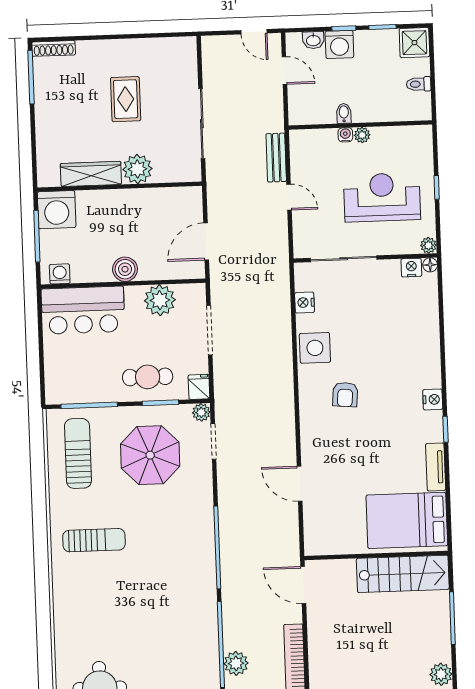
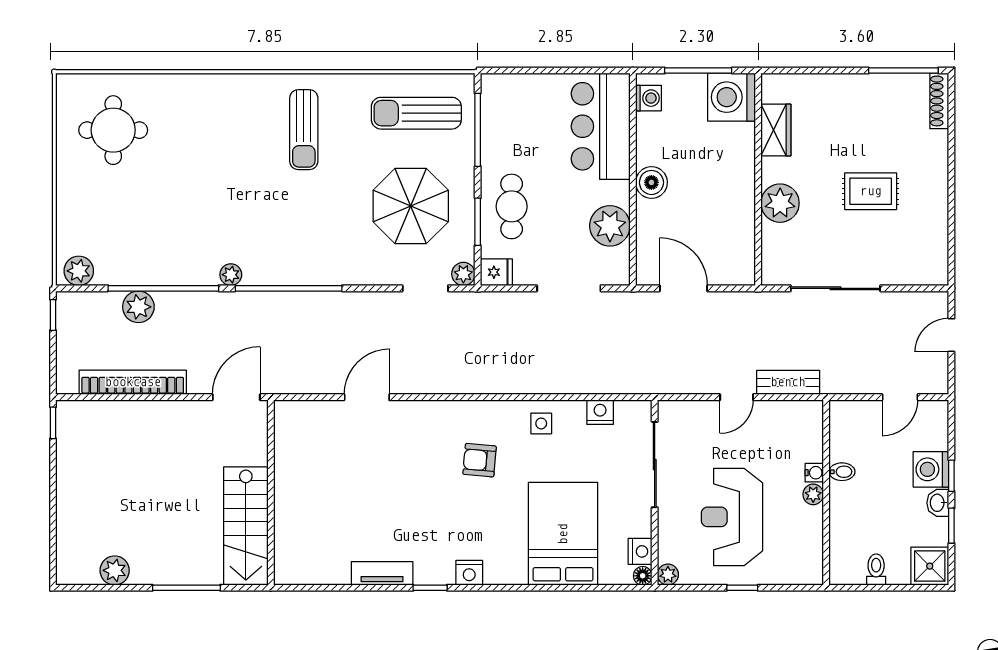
door: (254, 32) -> (951, 335), moved
washbasin: (313, 40) -> (938, 503), moved
wardrobe: (91, 174) -> (776, 130), width x0.67
reception desk: (382, 197) -> (732, 517), turned 180
side table: (315, 348) -> (541, 423), width x0.54, depth x0.54
sun lounger: (78, 453) -> (416, 113), turned 180
bed: (407, 520) -> (563, 534), moved
plant: (208, 593) -> (231, 275), added

